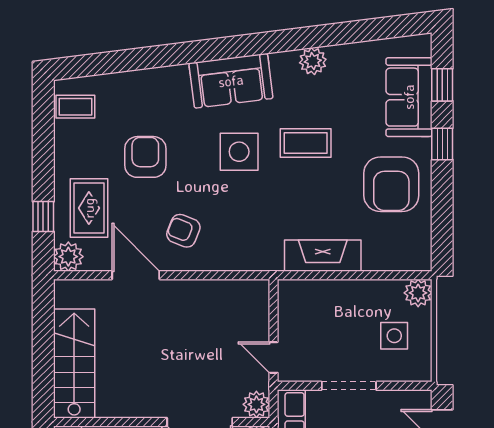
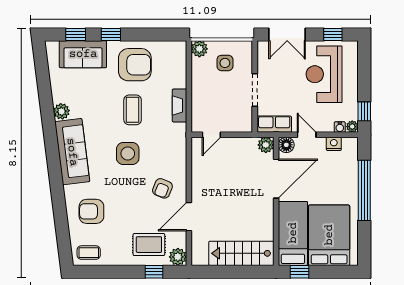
sofa: (231, 81) -> (72, 152), width x1.36
coffee table: (75, 107) -> (89, 253), turned 90
coffee table: (306, 143) -> (133, 110), moved
side table: (239, 152) -> (128, 154), moved
armchair: (145, 157) -> (91, 211), moved
fireplace: (323, 256) -> (179, 105), width x0.73, depth x0.76
door: (274, 357) -> (211, 135), moved

